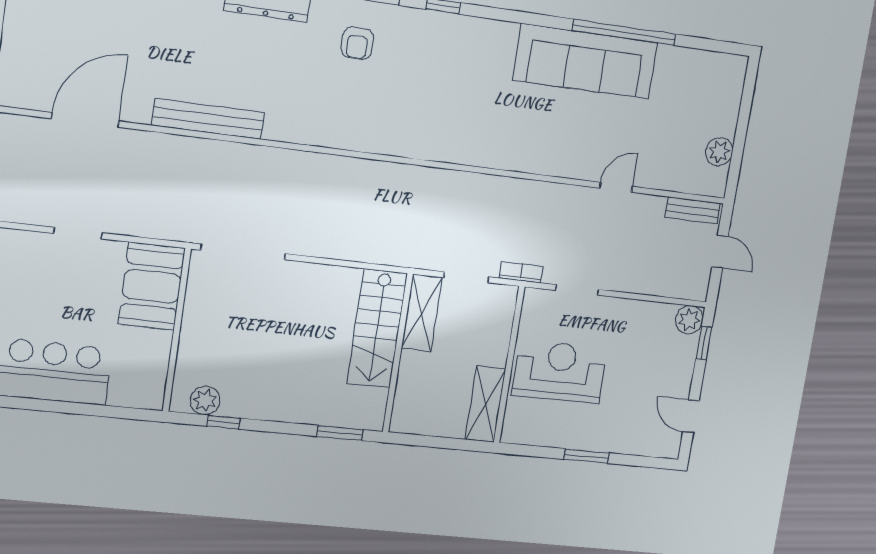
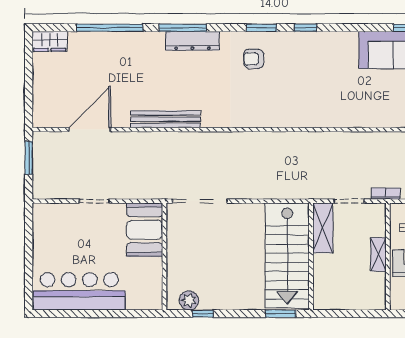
armchair: (357, 43) -> (254, 59), turned 90
stairs: (377, 329) -> (287, 256), width x1.36, depth x1.51
shelving: (485, 404) -> (378, 254), moved, width x0.67, depth x0.75

